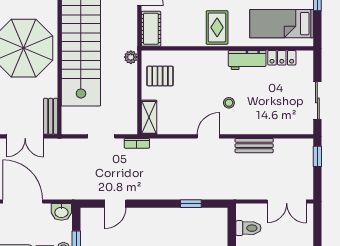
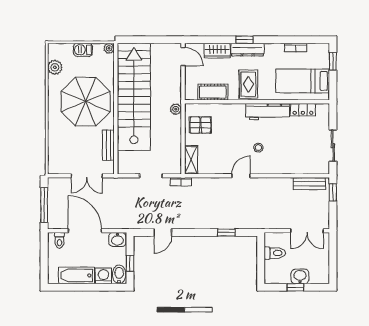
cot: (151, 29) -> (213, 92), moved, turned 90
workbench: (247, 60) -> (268, 112), width x1.38
bench: (51, 116) -> (108, 145), moved
bench: (254, 146) -> (309, 184), moved

